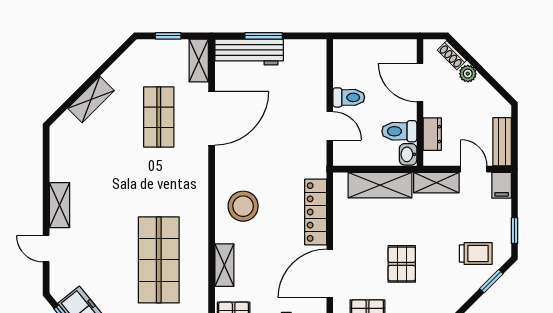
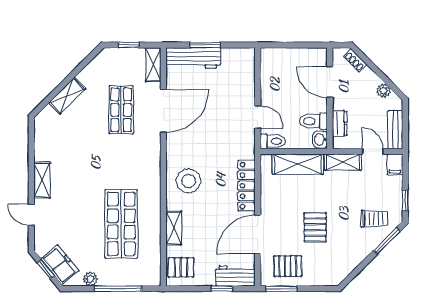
plant: (468, 74) -> (383, 91), moved
toilet: (349, 97) -> (273, 141), moved
window: (491, 281) -> (387, 241), width x1.50

